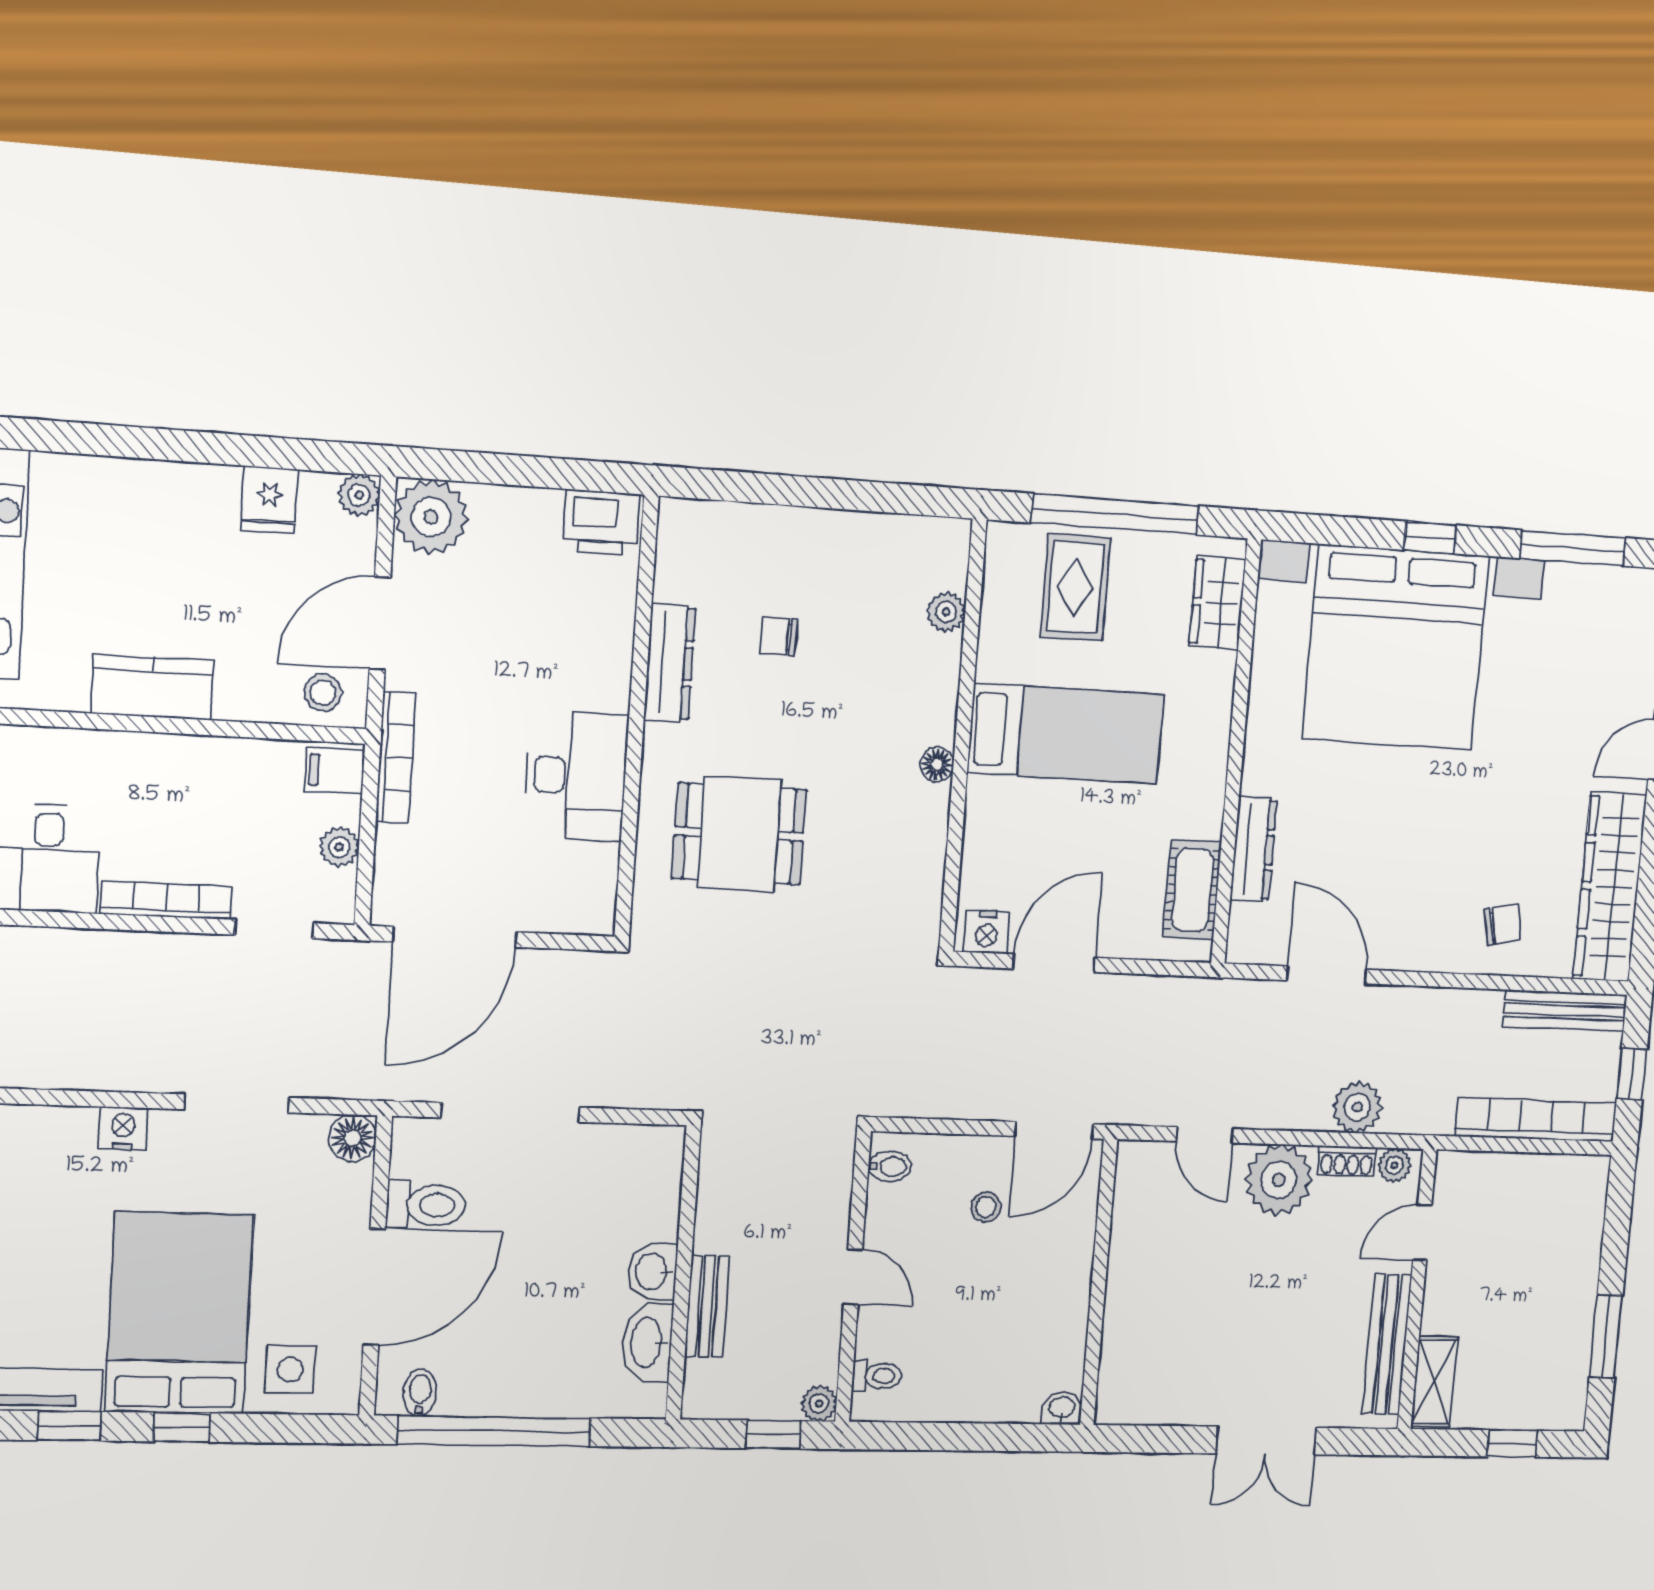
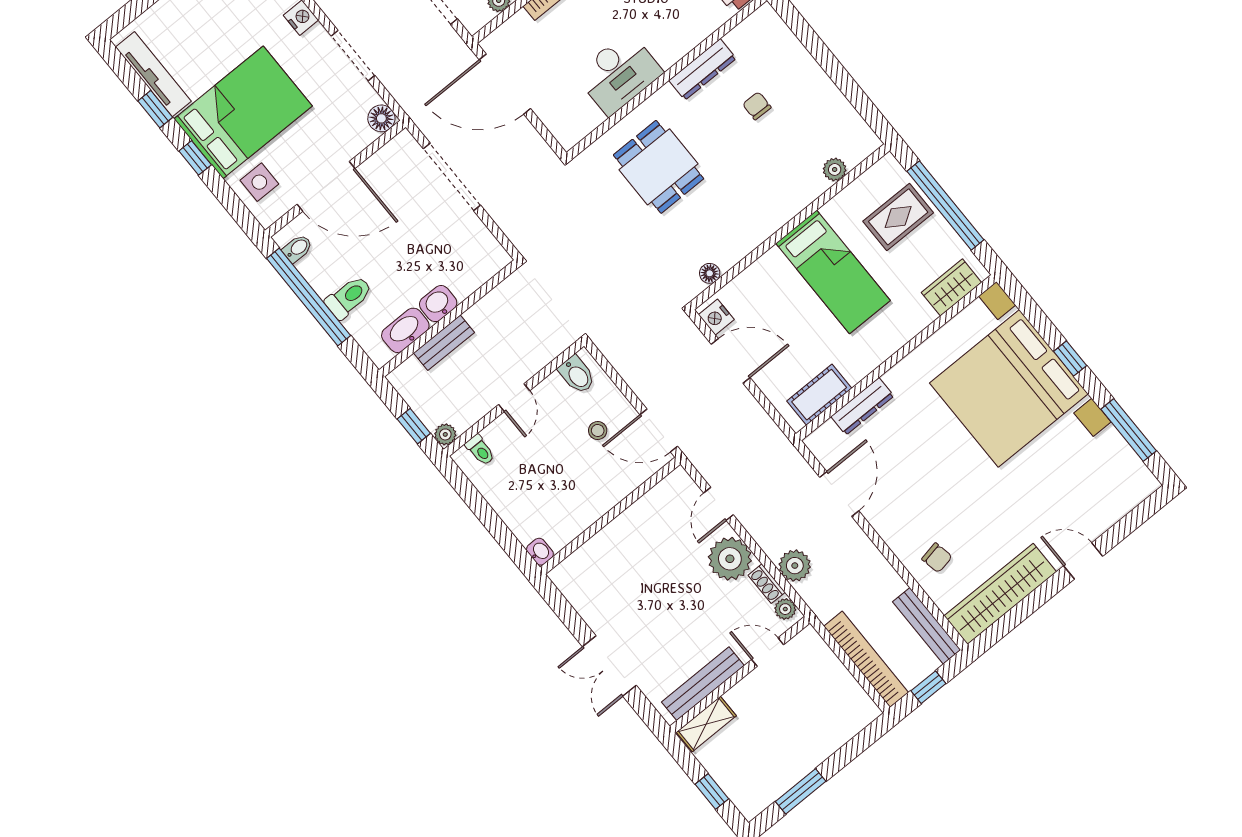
floor lamp: (937, 764) -> (710, 273), moved
bidet: (890, 1166) -> (577, 375), width x1.38, depth x1.36
toilet: (426, 1205) -> (349, 297), moved, turned -90

